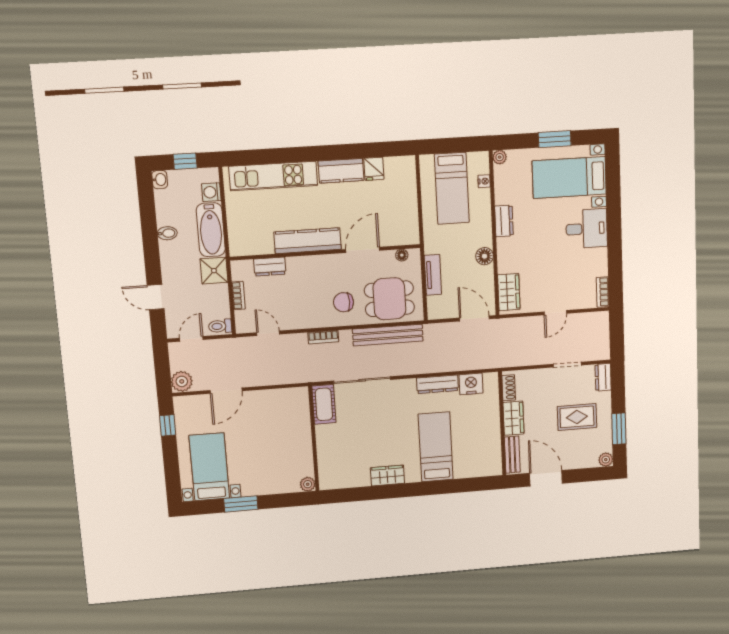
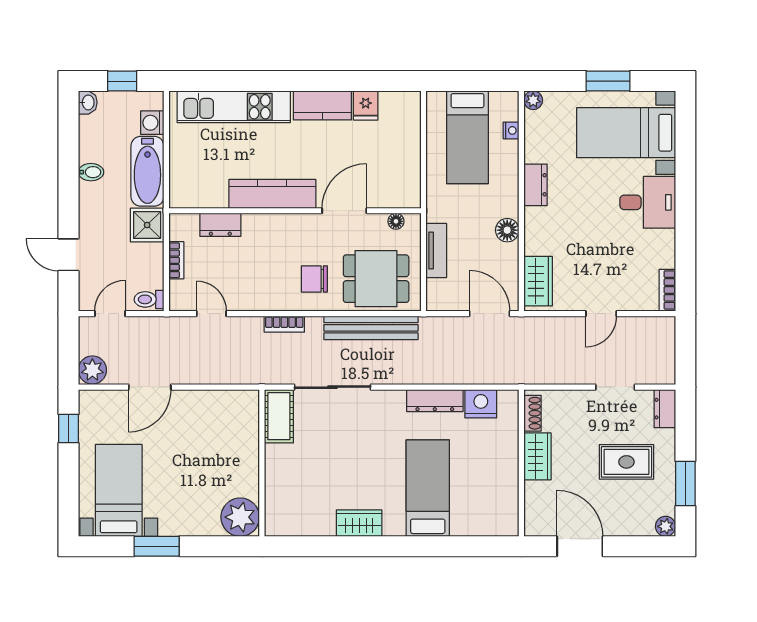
bench: (512, 455) -> (534, 508), removed
plant: (308, 484) -> (240, 517), width x1.88, depth x1.88

